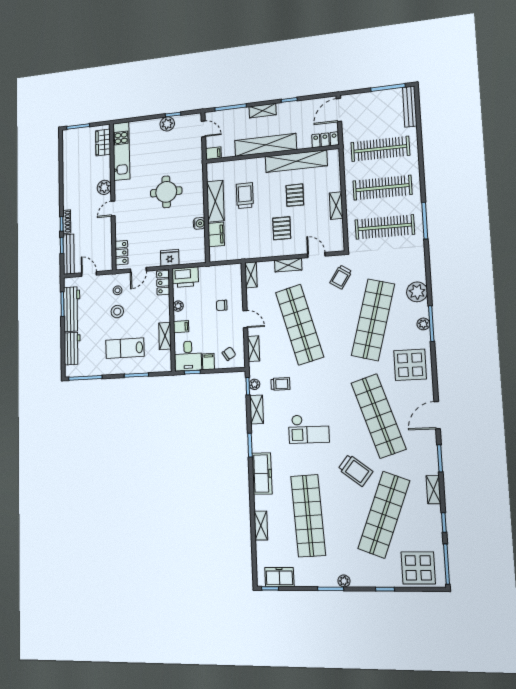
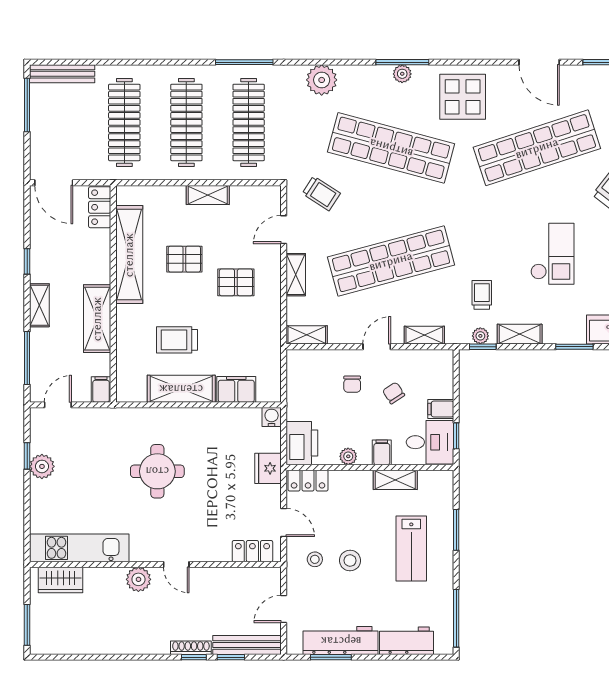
shelving: (265, 145) -> (97, 319), width x0.68
water cooler: (199, 223) -> (272, 417), moved
plant: (417, 292) -> (322, 80), moved
chair: (229, 354) -> (394, 393), moved

